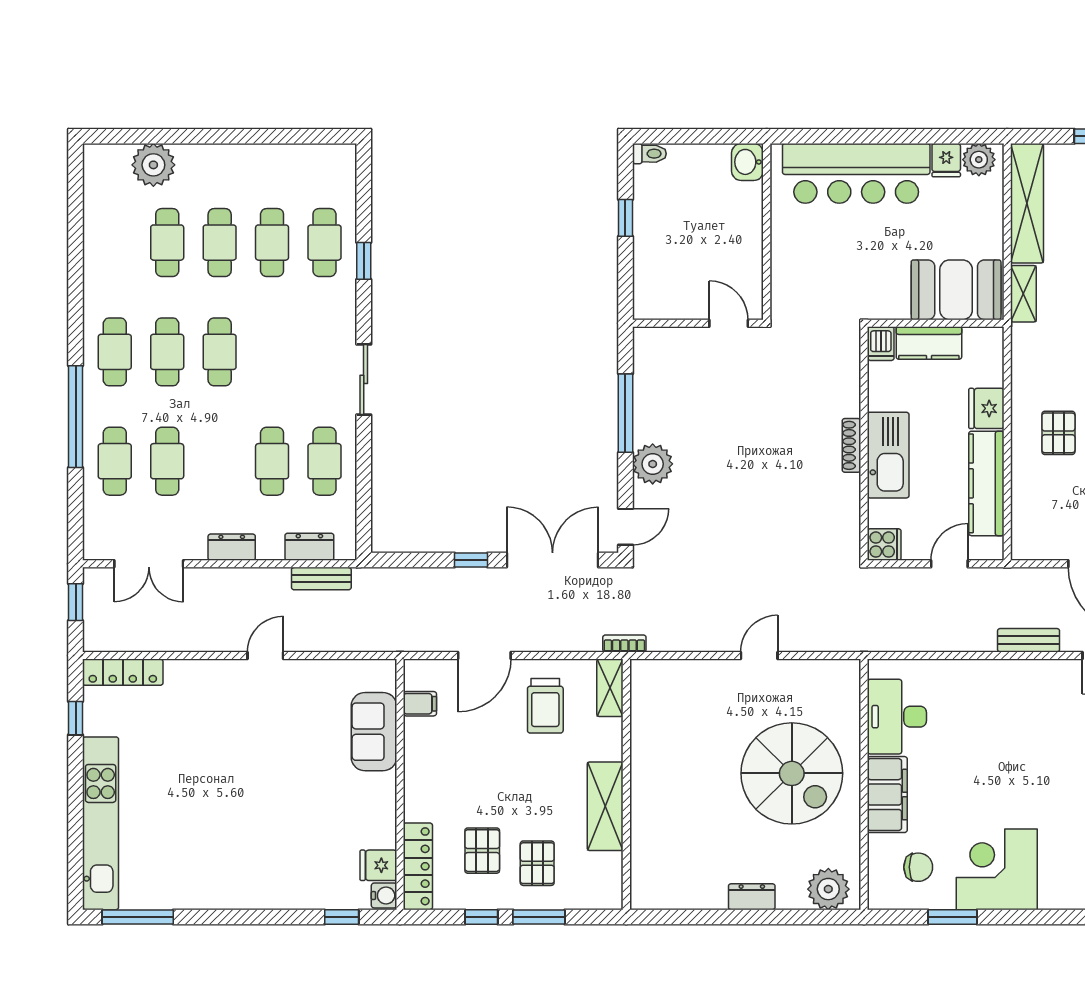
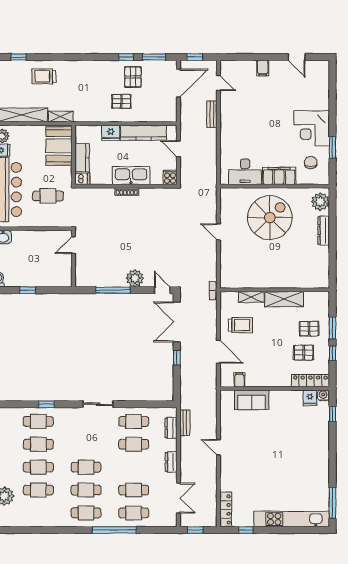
cafe table: (841, 265) -> (48, 196), added
shelving: (610, 688) -> (251, 297), moved
dresser: (752, 897) -> (324, 231), width x1.44

